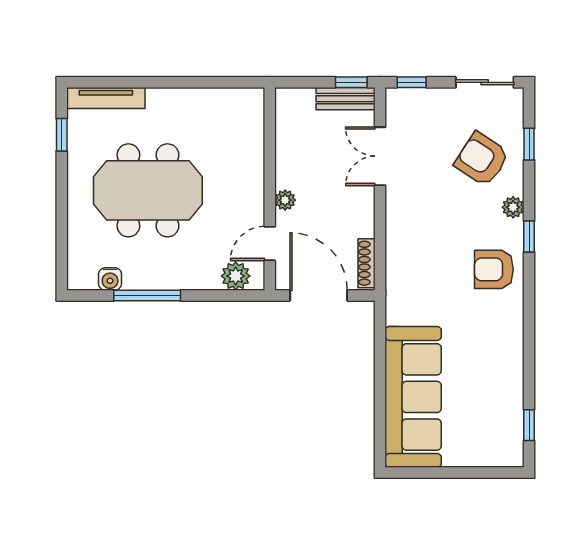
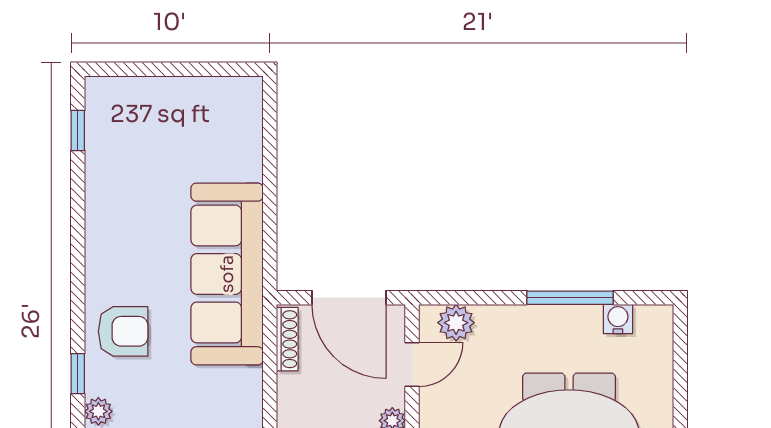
sofa: (413, 397) -> (227, 274), moved

